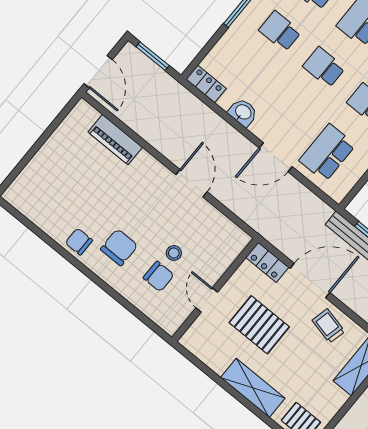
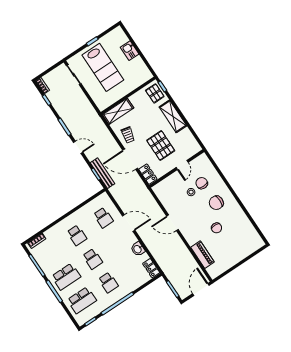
school desk: (327, 153) -> (103, 218), width x0.54
door: (191, 183) -> (173, 223), hinge flipped
chair: (79, 242) -> (217, 228), moved

